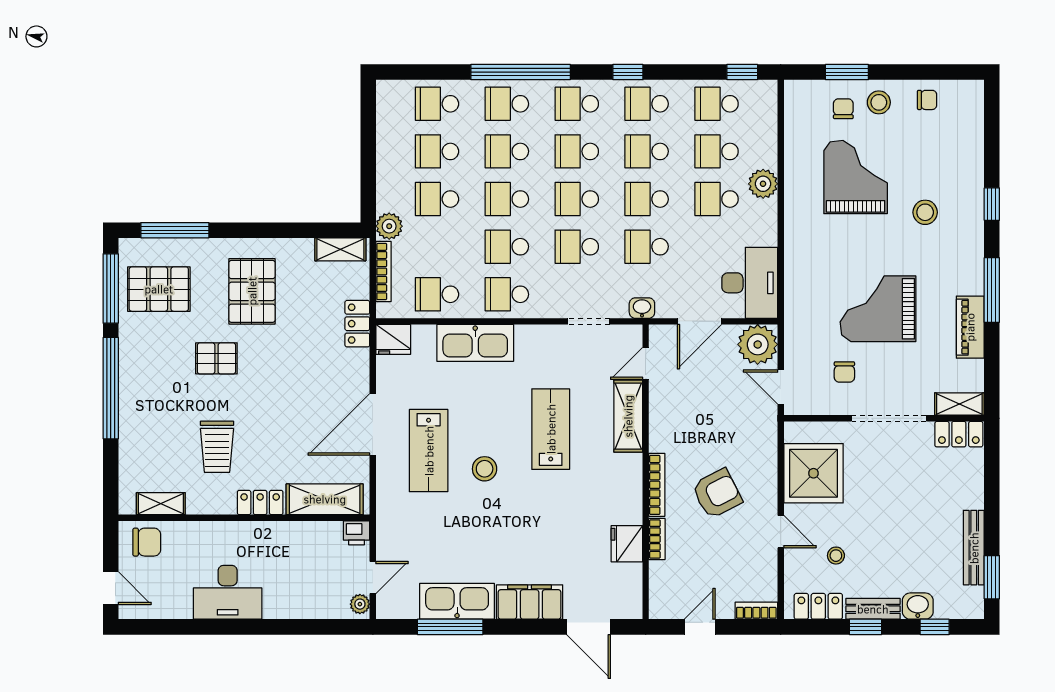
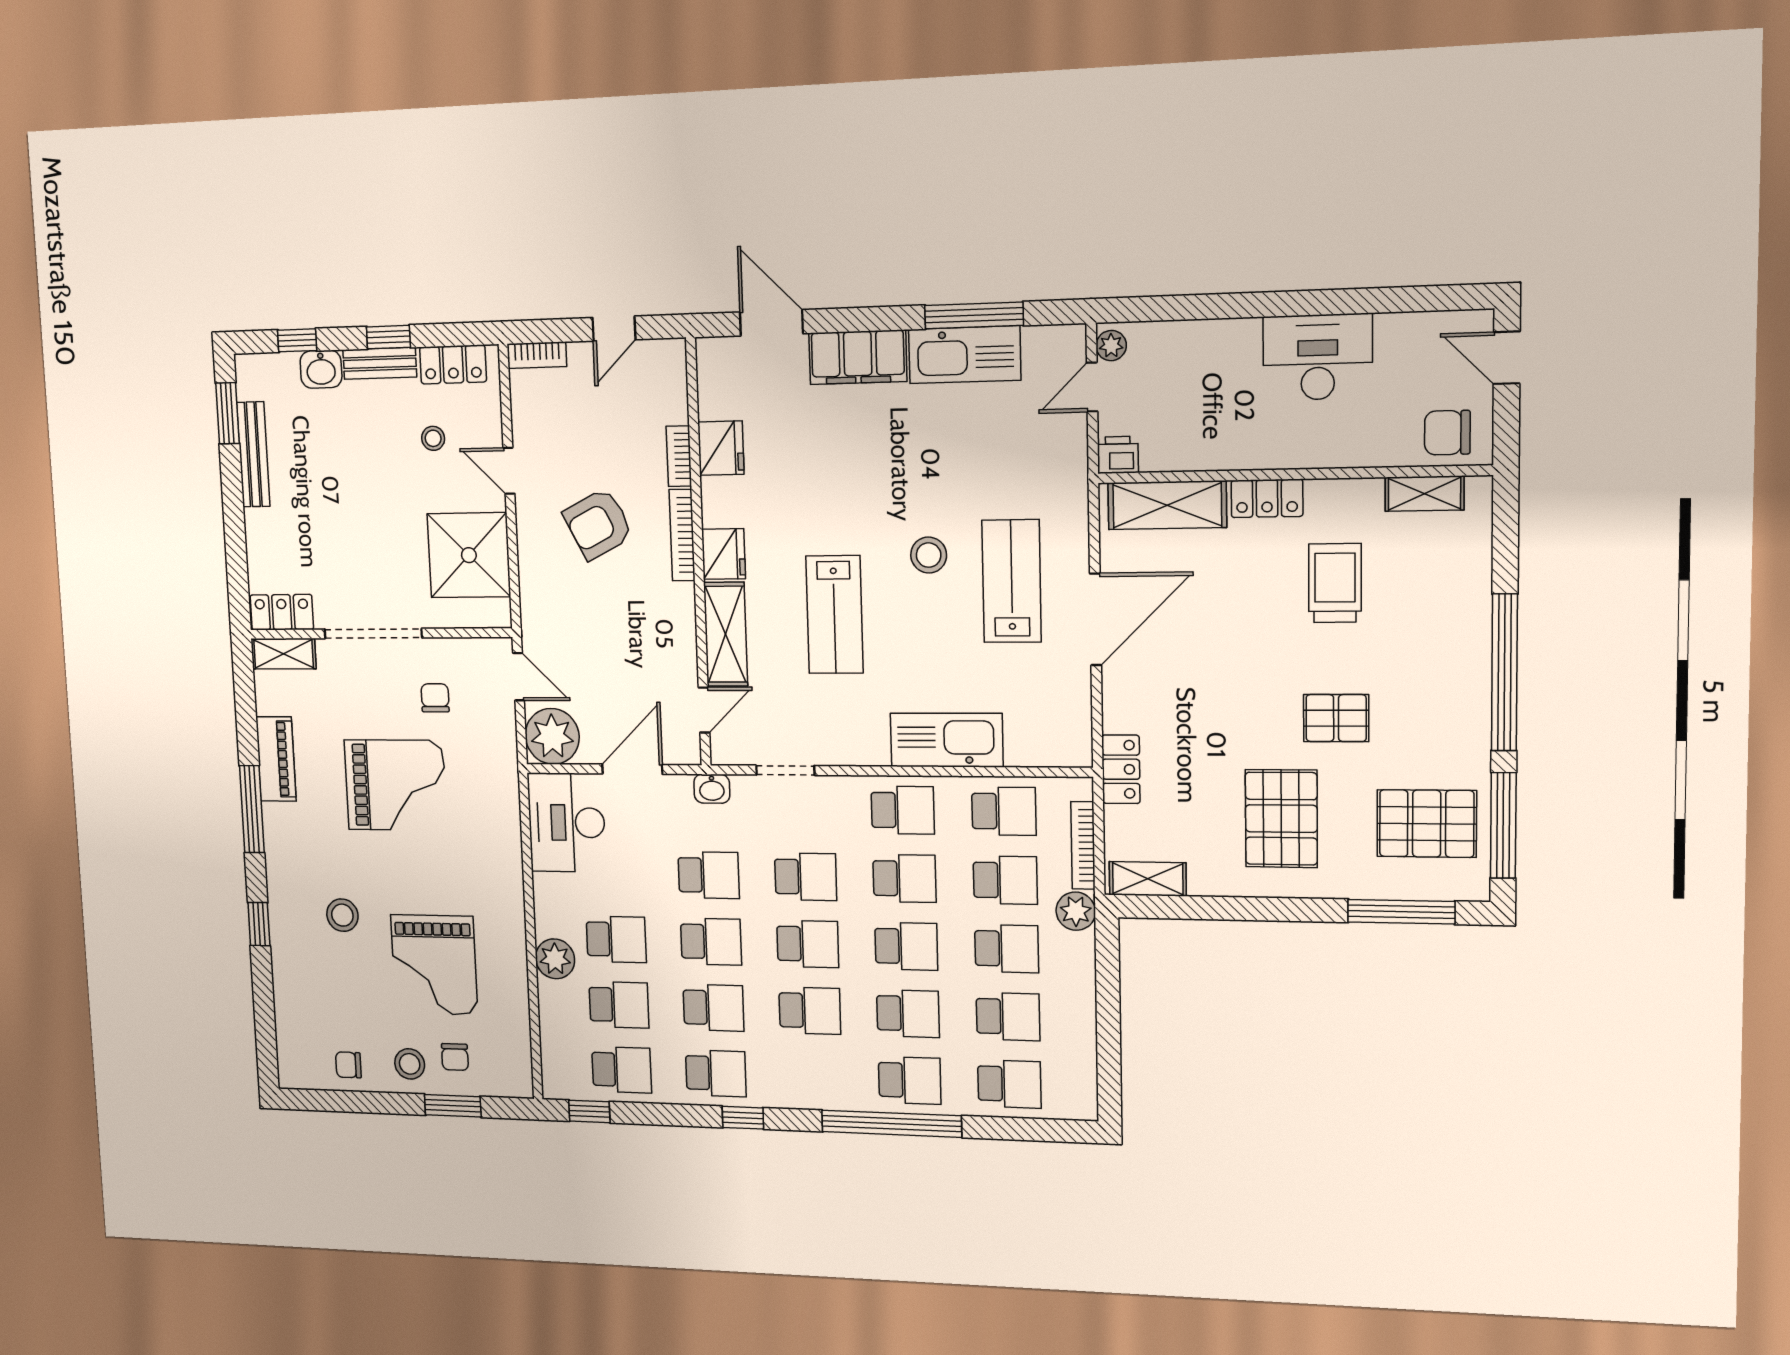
school desk: (577, 104) -> (1005, 880), moved
fridge: (393, 339) -> (724, 554), moved, turned 90

